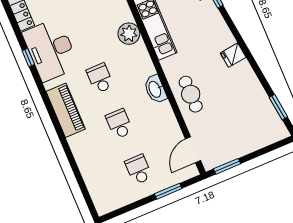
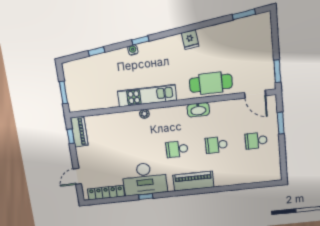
plant: (129, 34) -> (144, 114), width x0.53, depth x0.53
cafe table: (191, 94) -> (211, 83), width x1.37, depth x1.35

